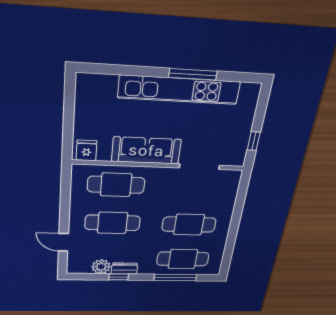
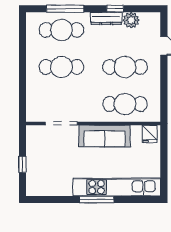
window: (193, 74) -> (97, 200), moved
kitchen unit: (179, 90) -> (117, 187), moved
window: (254, 141) -> (23, 164), moved
dresser: (124, 268) -> (106, 18), width x1.44

